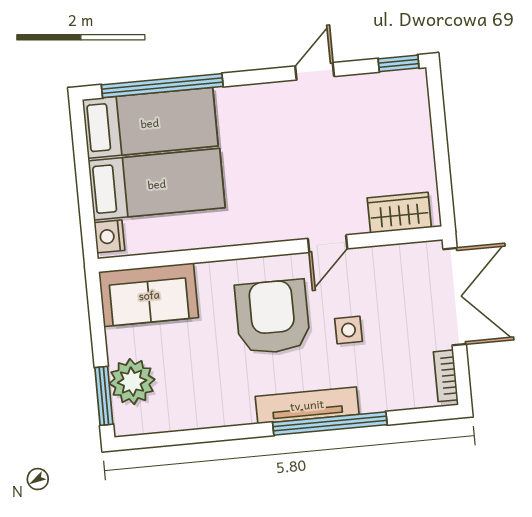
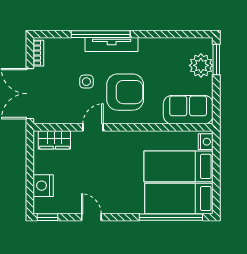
door: (315, 71) -> (91, 217), swing flipped
nightstand: (413, 123) -> (43, 186), added
armchair: (272, 317) -> (125, 92), turned -90

